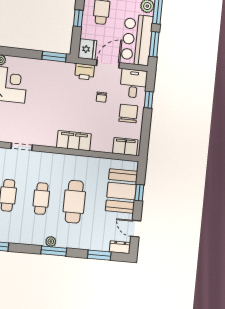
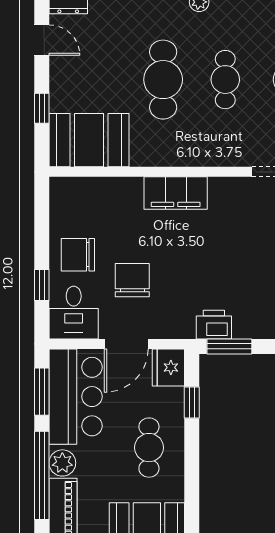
window: (78, 18) -> (192, 402), moved
printer: (85, 72) -> (214, 325), moved
chair: (101, 97) -> (132, 280), width x1.87, depth x1.87
chair: (128, 114) -> (78, 255), turned 90
filing cabinet: (125, 147) -> (77, 192), removed
booth: (122, 191) -> (89, 140), moved, turned 90

